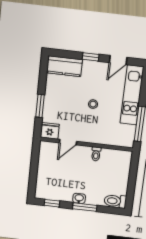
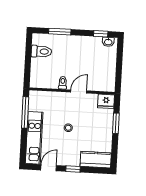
door: (68, 142) -> (79, 91), moved
washbasin: (79, 198) -> (108, 42), moved
toilet: (115, 201) -> (41, 51), moved
window: (85, 207) -> (60, 32), moved

